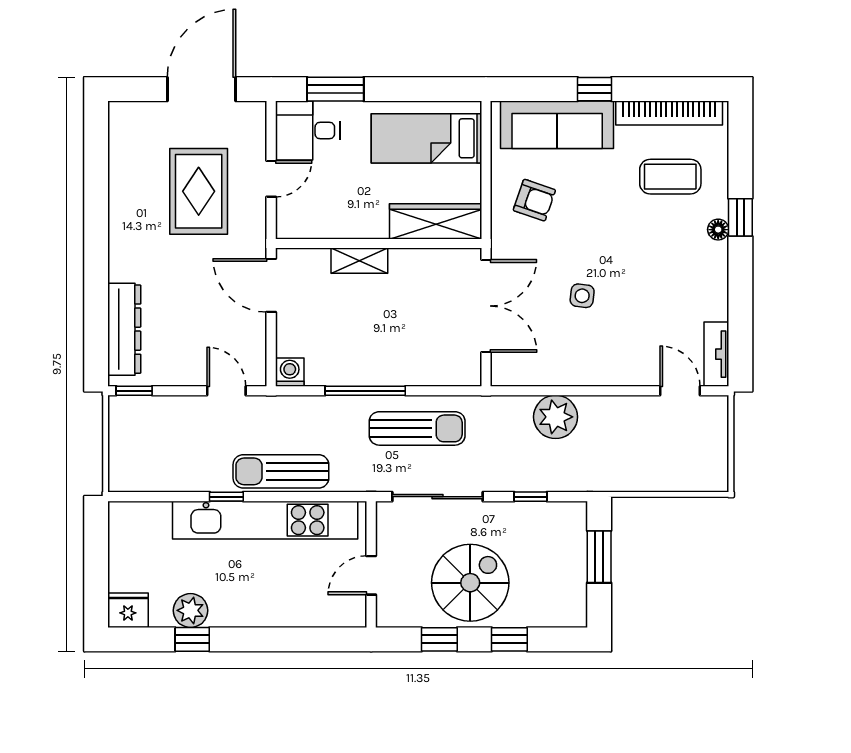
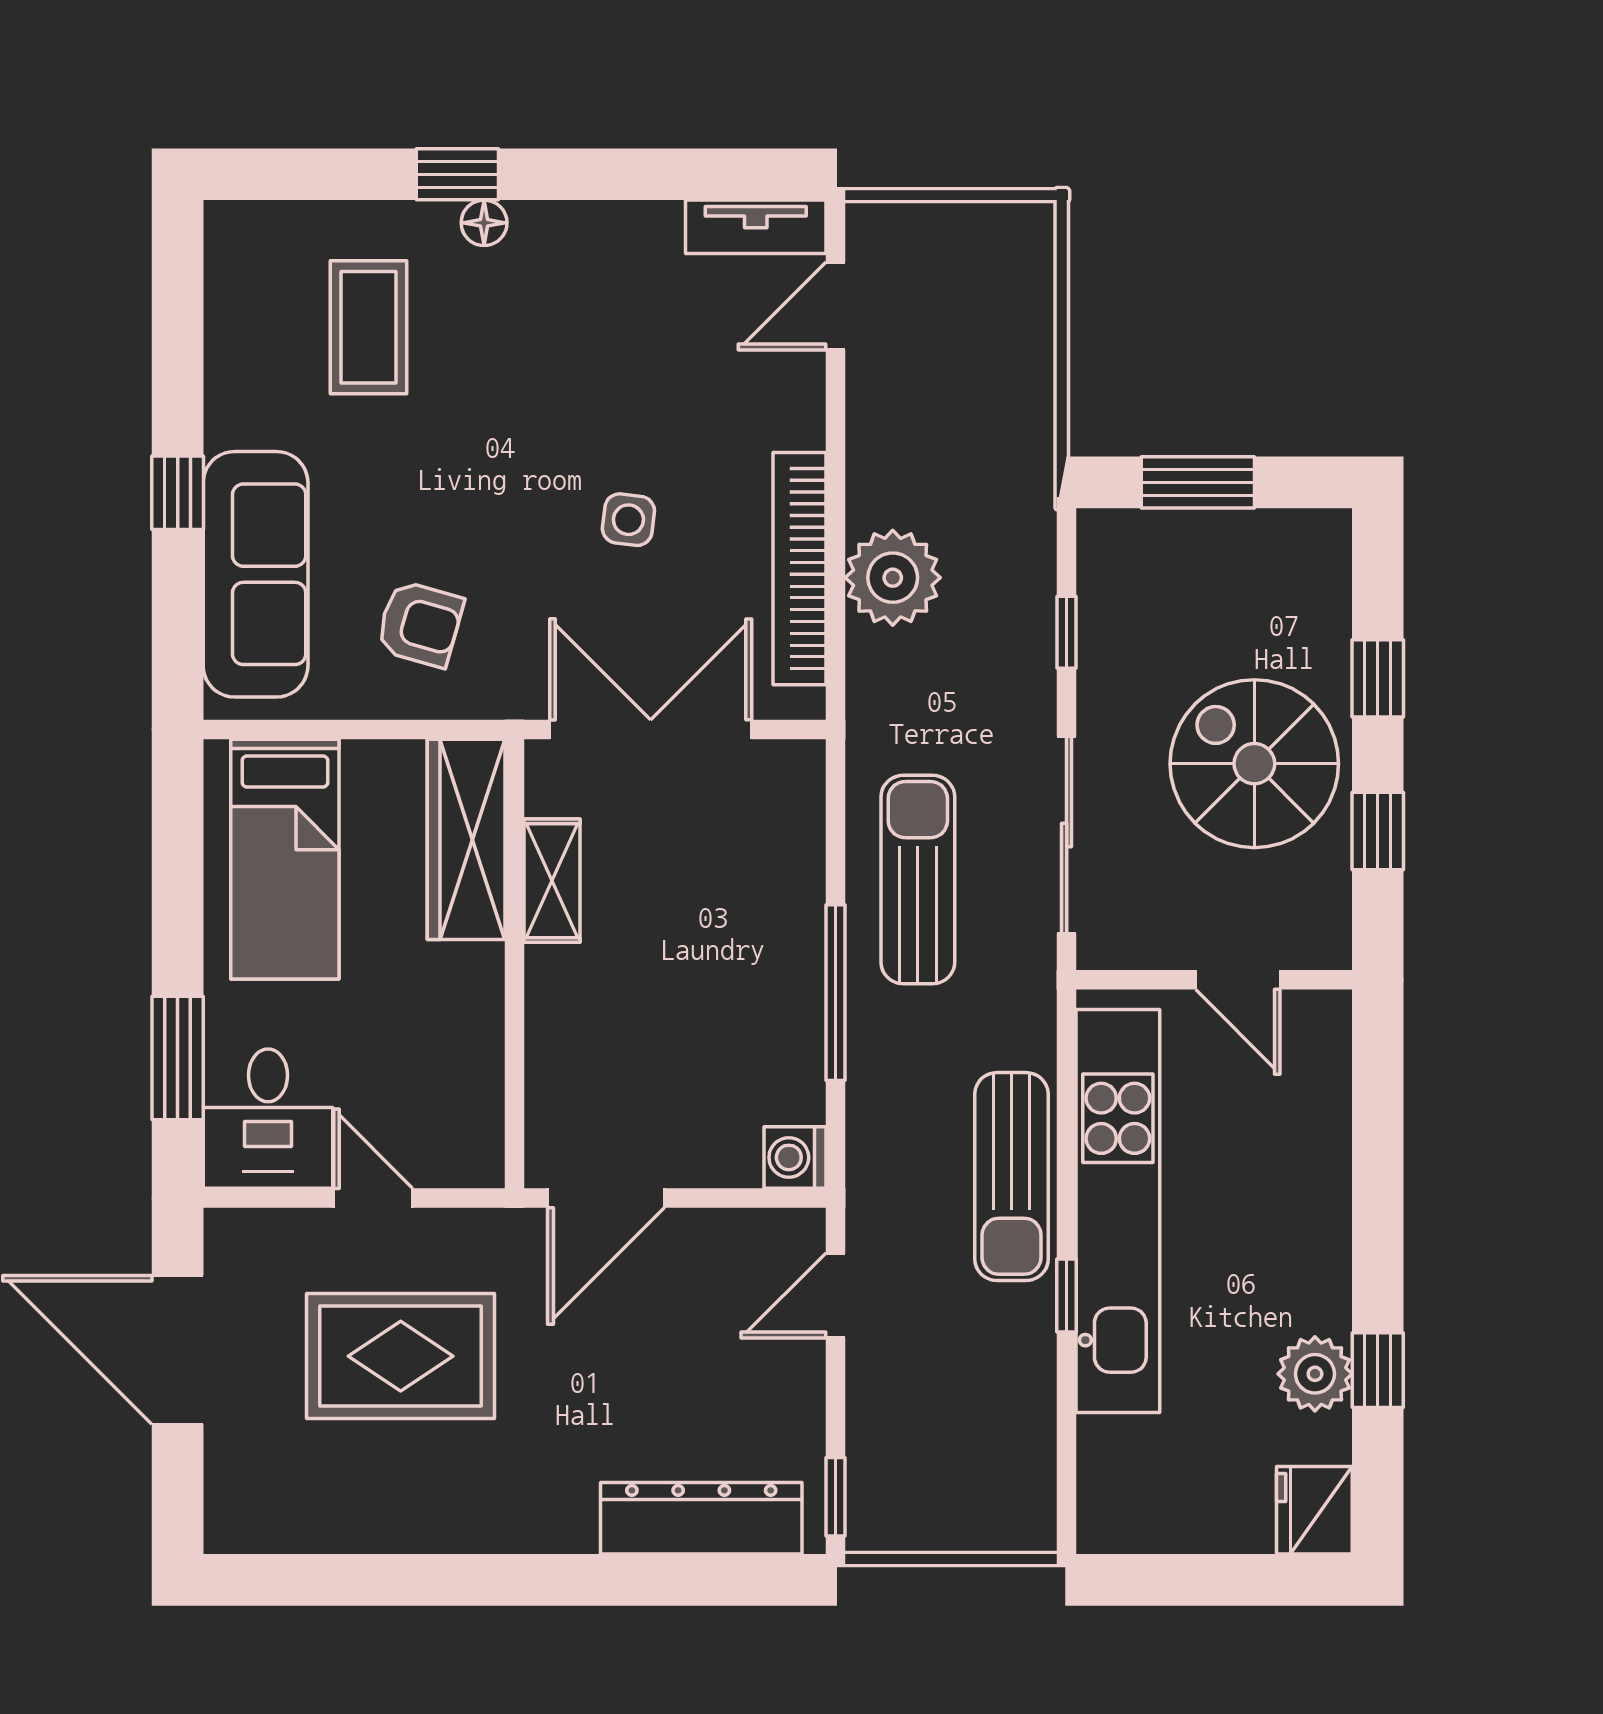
bookcase: (669, 113) -> (799, 569), moved, turned 180
armchair: (534, 200) -> (420, 624), turned 87
shelving: (359, 261) -> (552, 881), moved

